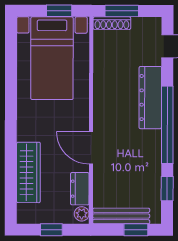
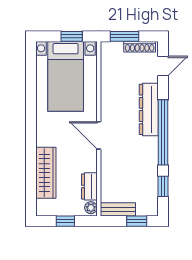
shoe rack: (112, 23) -> (140, 47), moved
door: (91, 148) -> (99, 135), moved
bench: (121, 216) -> (118, 209), width x0.73

